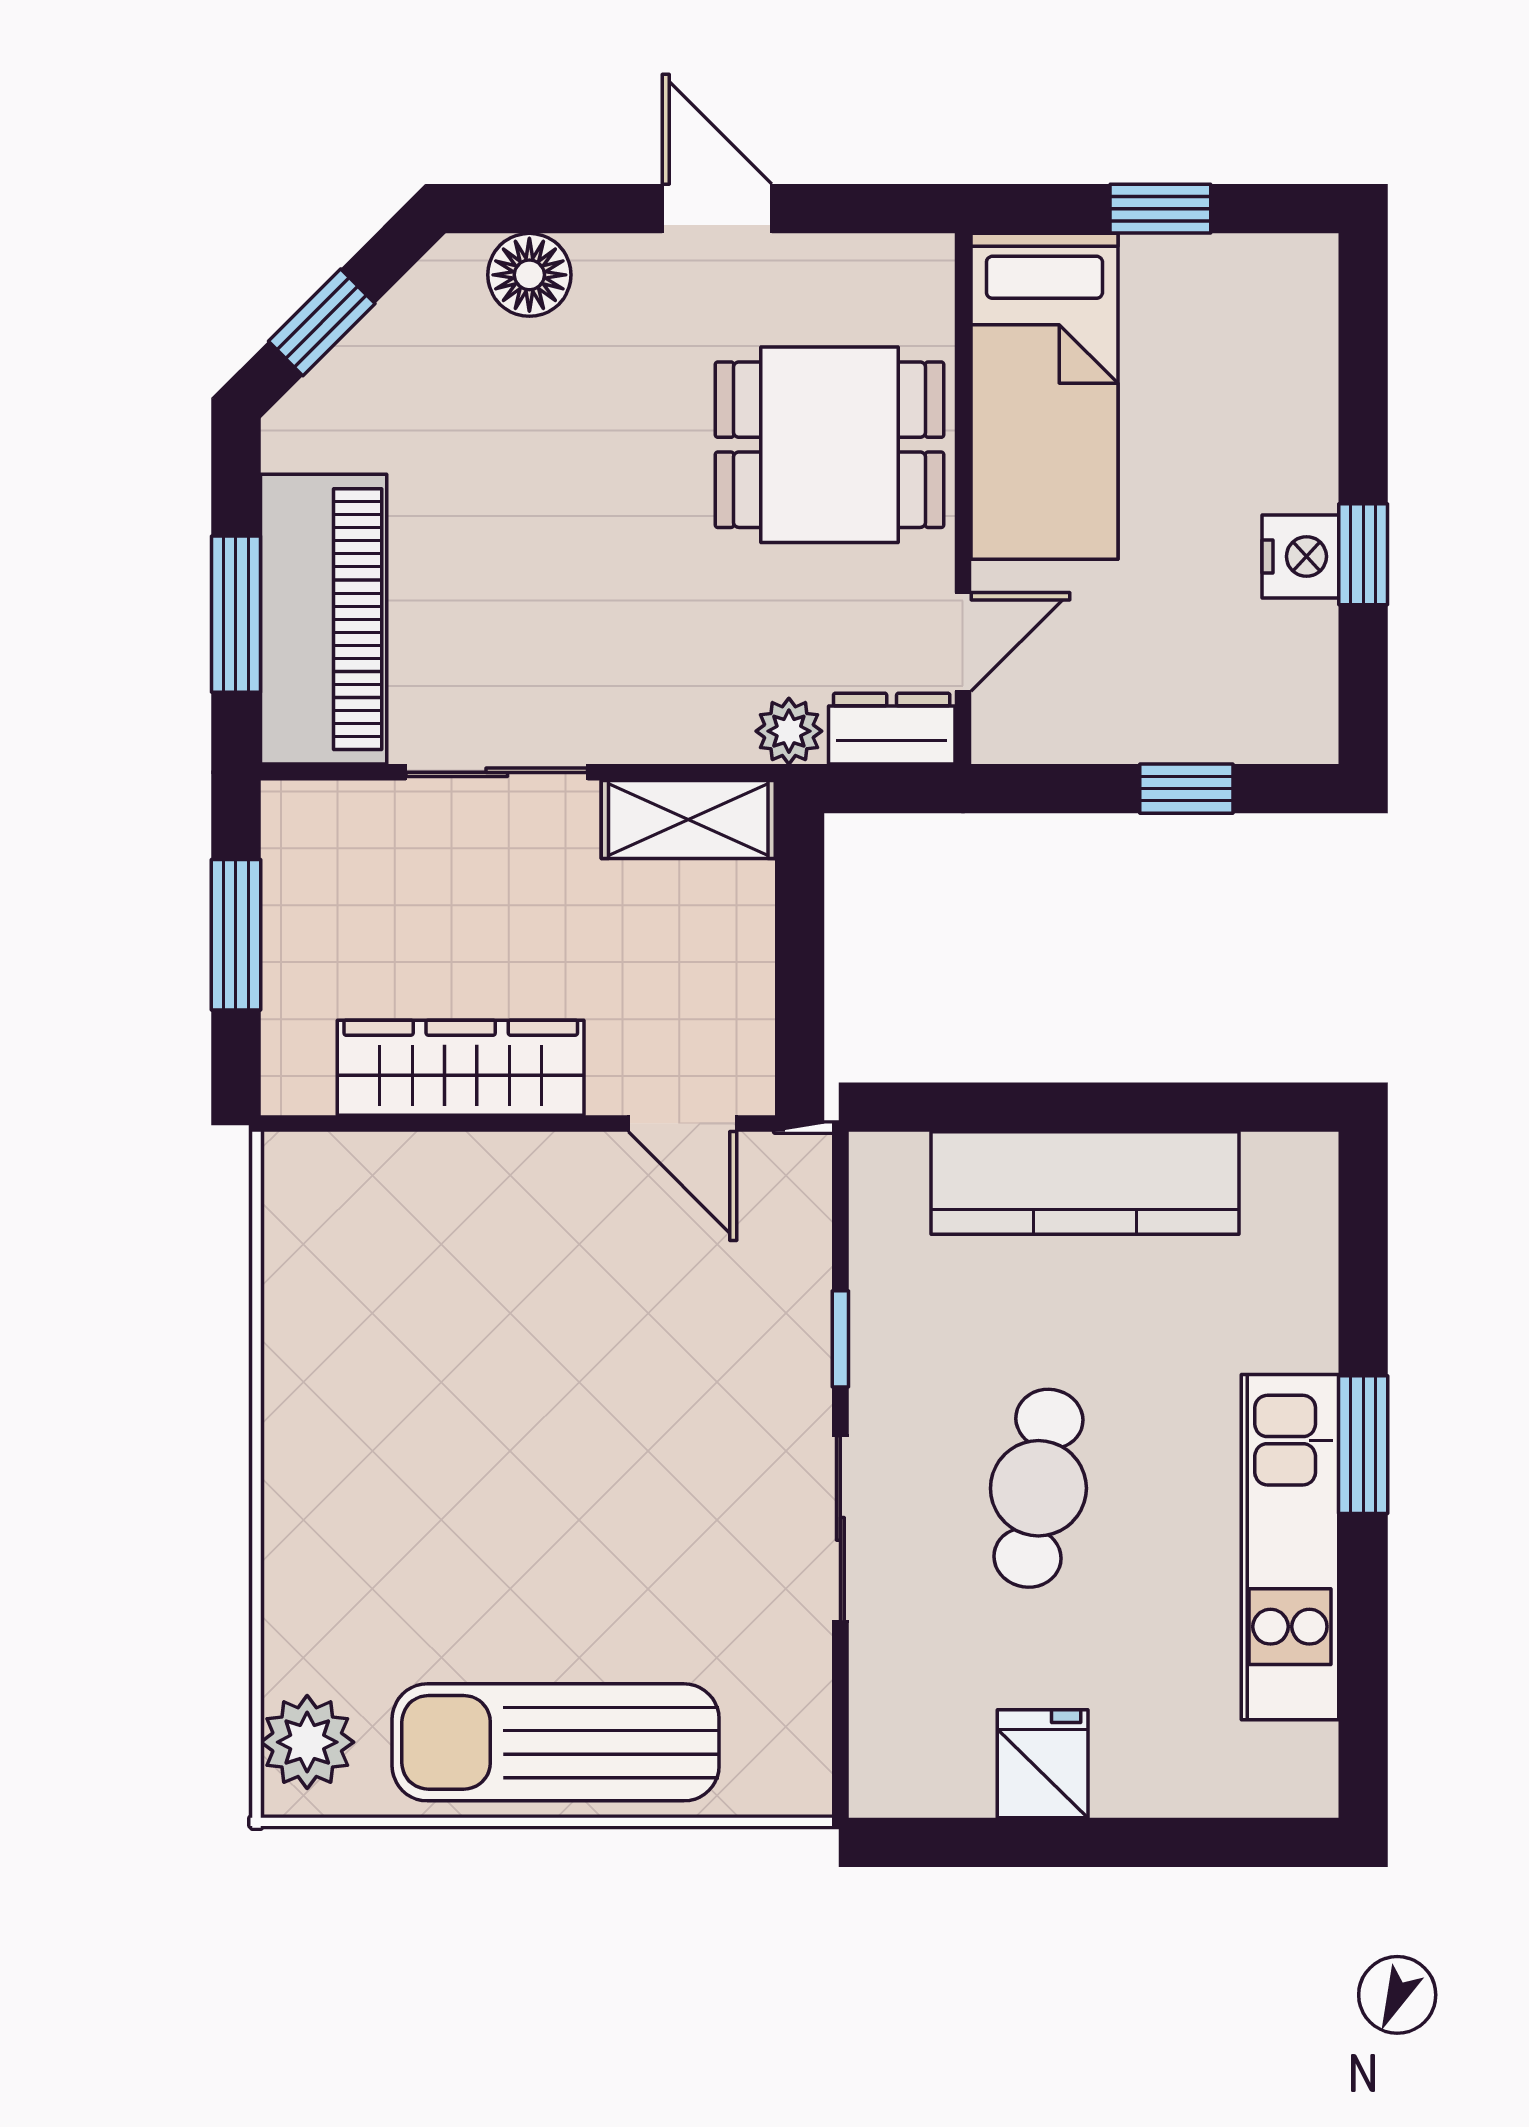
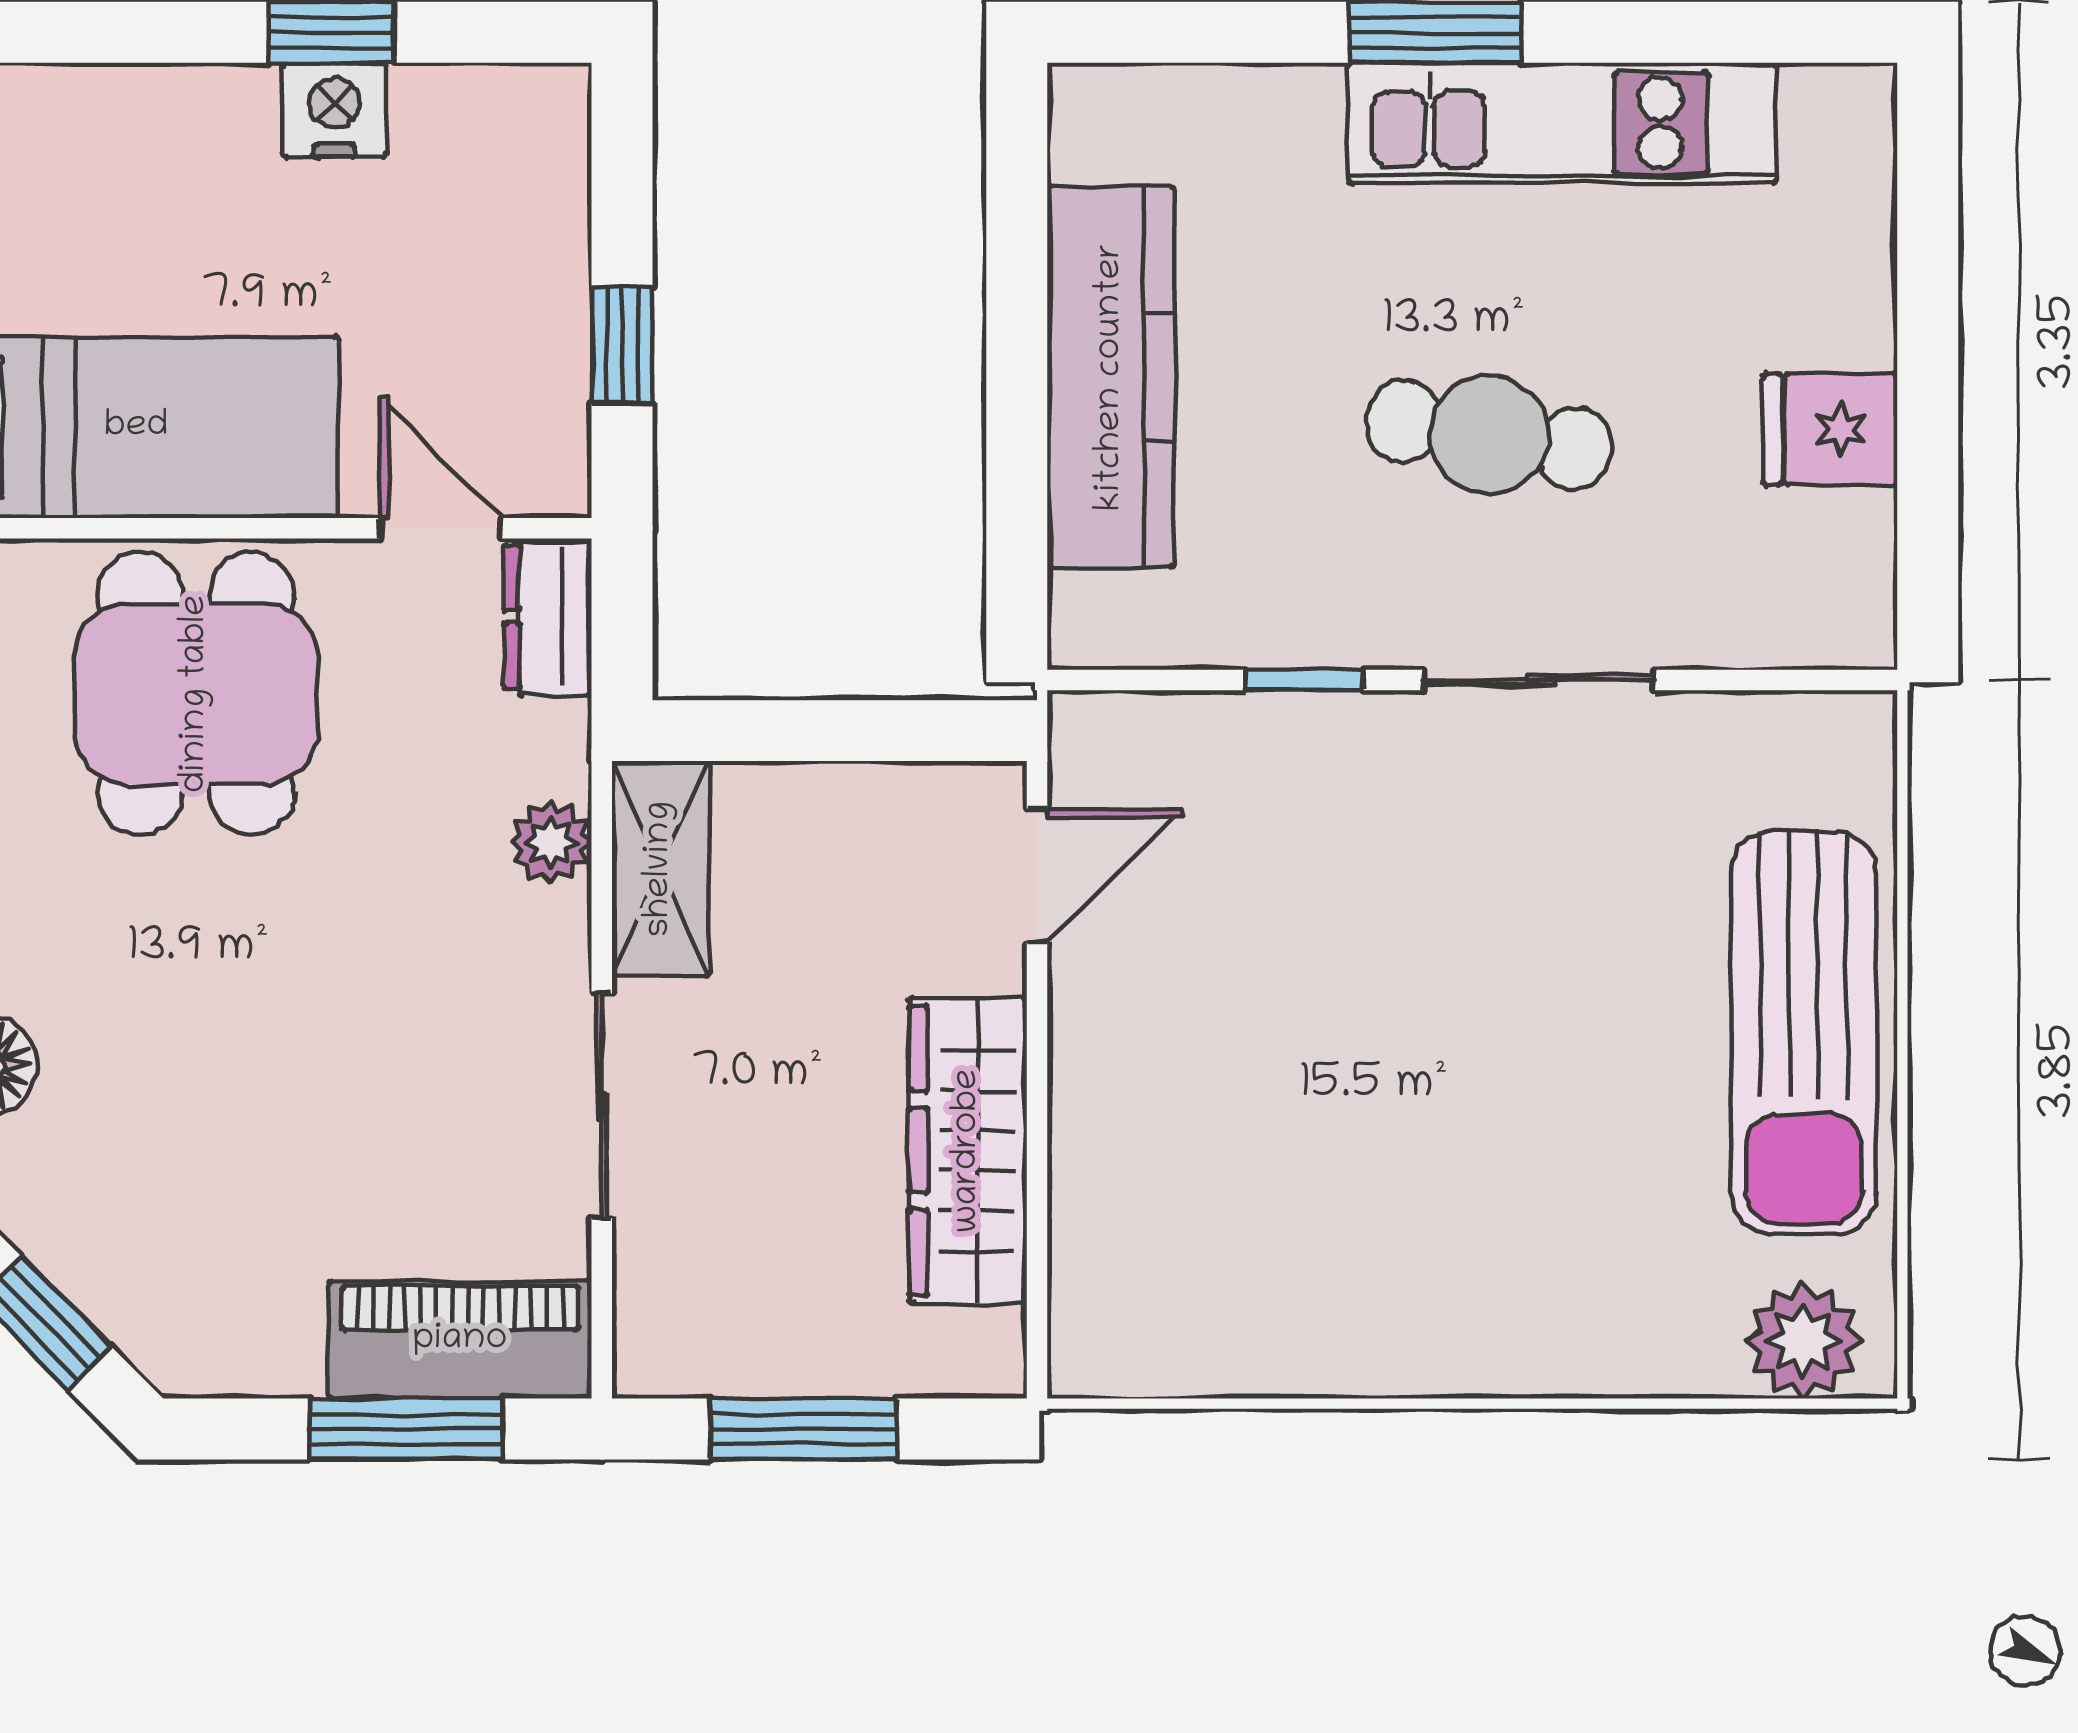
piano: (324, 619) -> (460, 1340), width x0.73, depth x0.75
plant: (789, 731) -> (551, 842), moved
window: (1186, 789) -> (622, 345), moved

